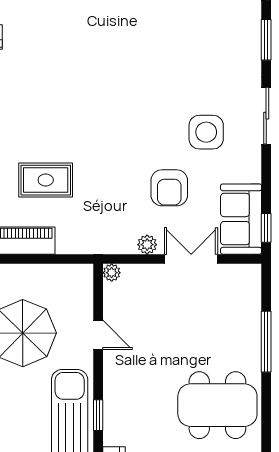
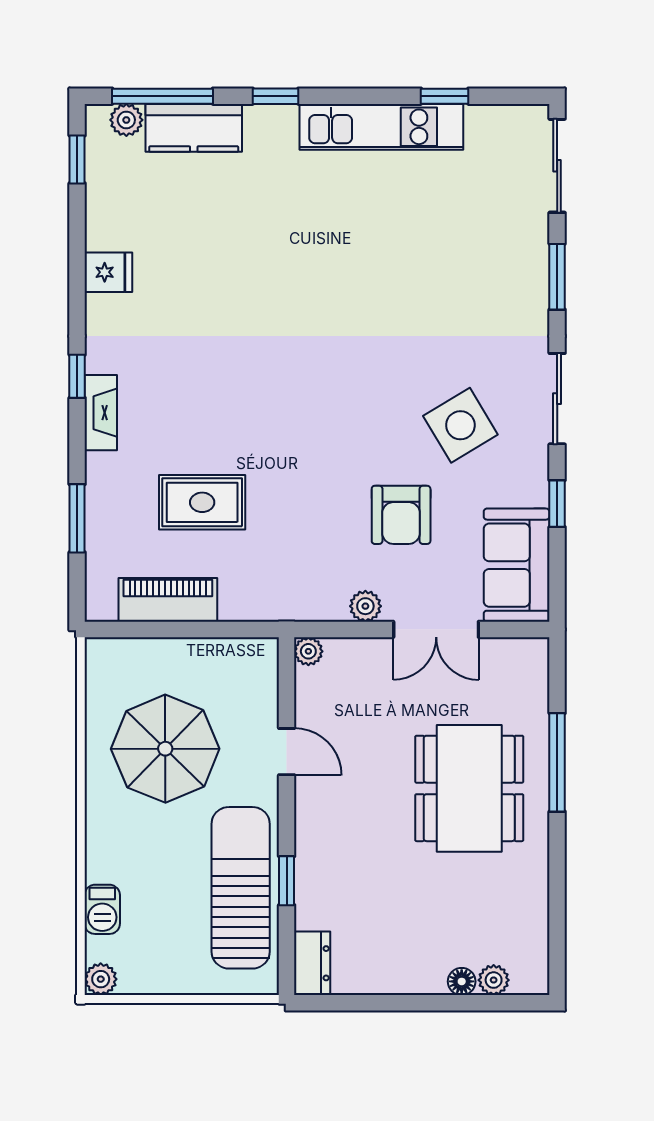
side table: (206, 132) -> (460, 425), turned -31
window: (266, 228) -> (557, 504), moved
double door: (191, 259) -> (436, 629), swing flipped
dining table: (217, 405) -> (469, 788), moved, turned 90

